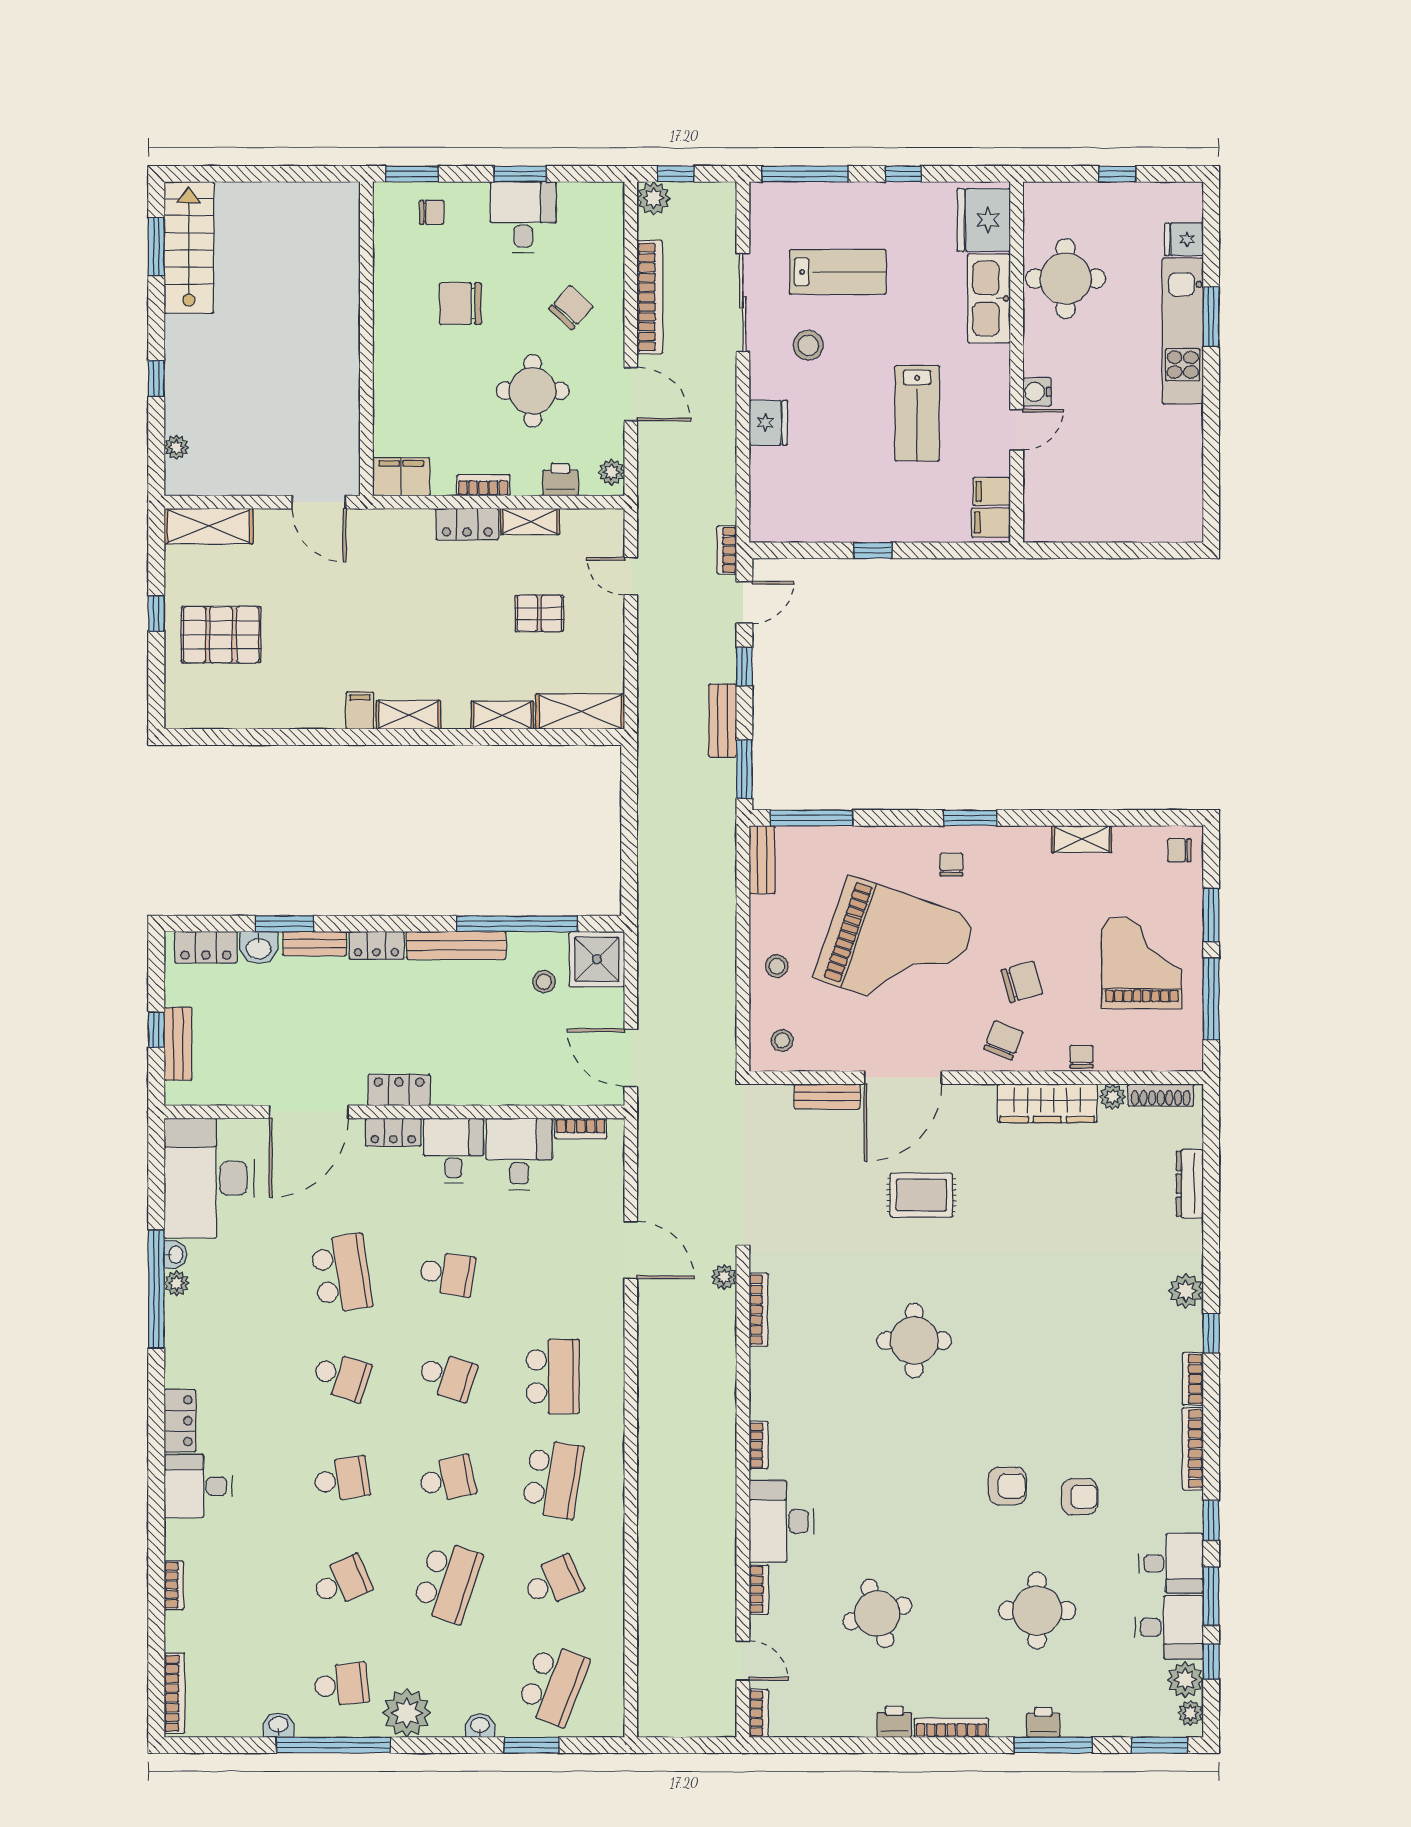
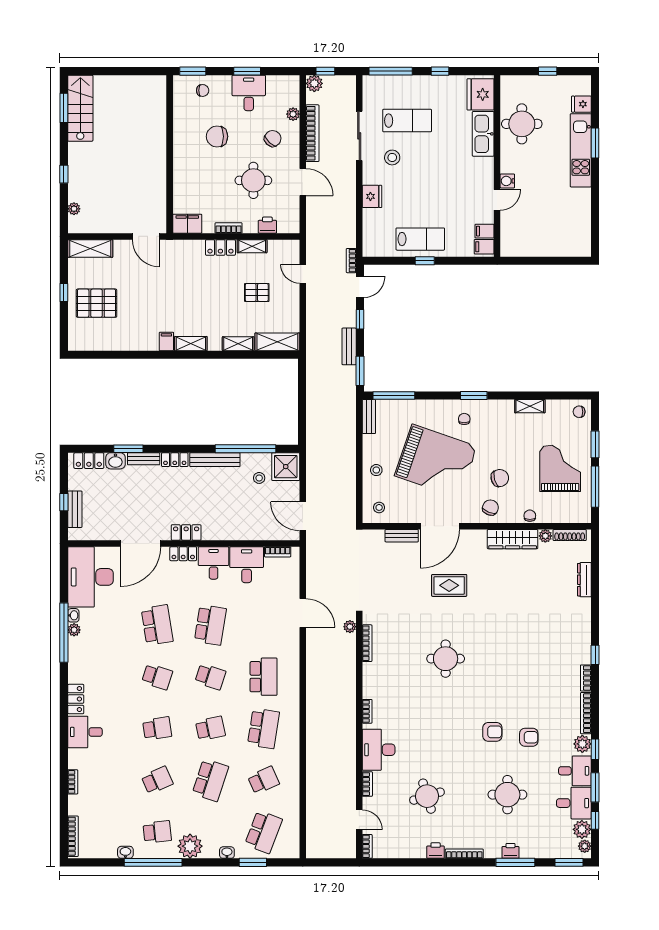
lab bench: (917, 413) -> (420, 239), moved, turned -90
plant: (611, 472) -> (293, 114), moved
school desk: (447, 1274) -> (210, 625), width x1.85
plant: (1186, 1291) -> (582, 744), moved

